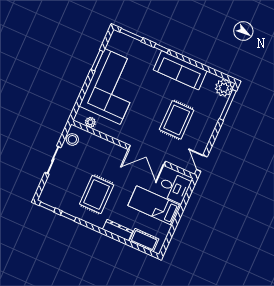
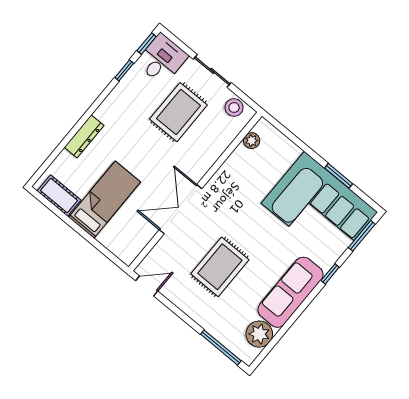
corner sofa: (112, 86) -> (319, 208), moved
plant: (224, 88) -> (259, 334), moved
rug: (177, 120) -> (220, 267), turned 90
desk: (174, 188) -> (162, 59), moved, turned 180
rug: (97, 194) -> (178, 112), moved, turned 90
cot: (144, 240) -> (59, 195), moved, turned 90

